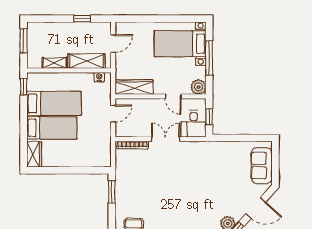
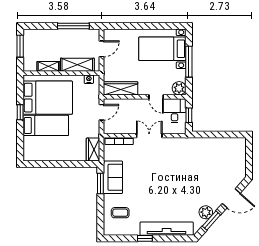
window: (82, 19) -> (73, 26), width x2.17
window: (24, 87) -> (20, 112), moved
bed: (54, 103) -> (48, 98), width x1.50
desk: (193, 124) -> (175, 111), moved, turned 180
wardrobe: (34, 154) -> (93, 150), moved, turned 180
sofa: (262, 166) -> (113, 177), moved, turned 180

